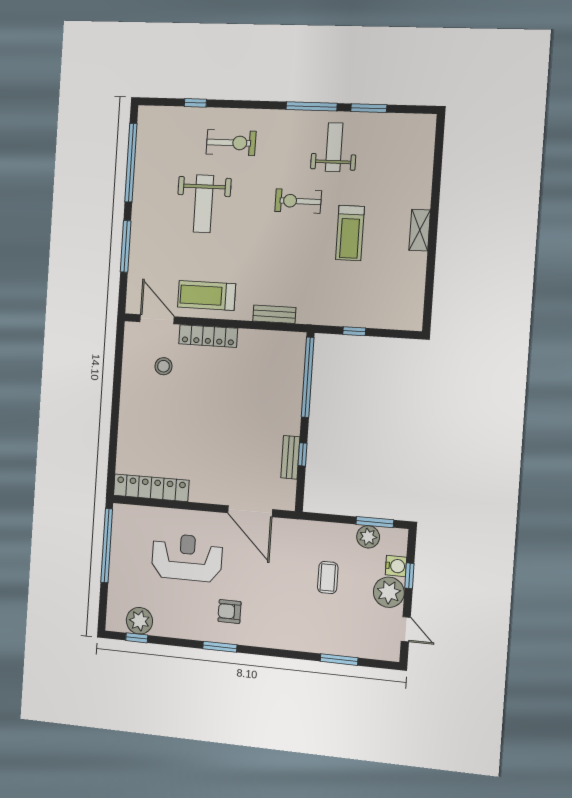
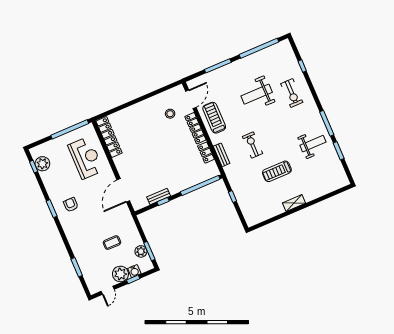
exercise bike: (298, 201) -> (252, 145), moved
locker: (257, 339) -> (206, 153), added
reception desk: (187, 557) -> (86, 158), moved

